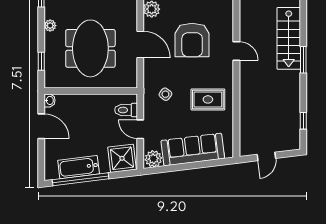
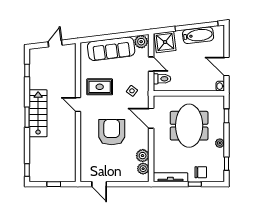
stairs: (289, 38) -> (38, 113), moved
door: (140, 44) -> (151, 118), moved
door: (236, 51) -> (78, 105), moved

